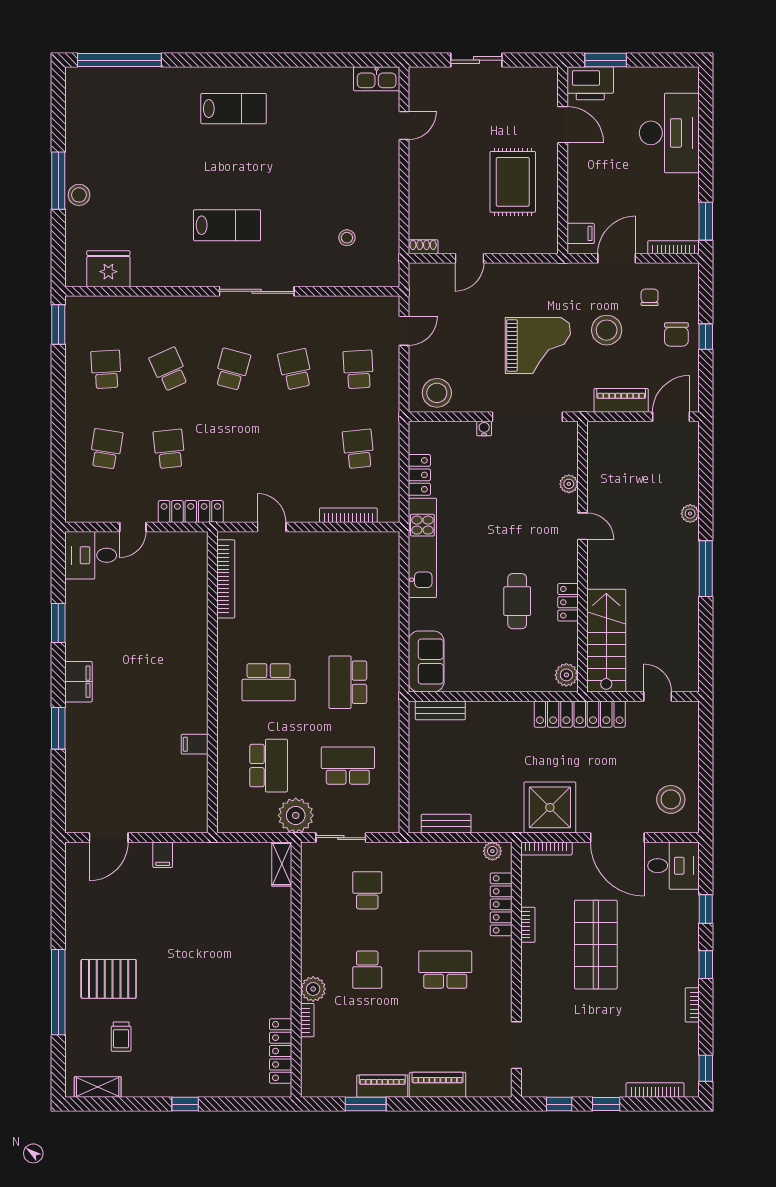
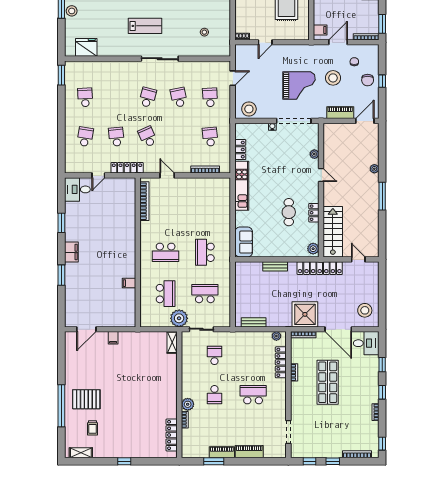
school desk: (169, 369) -> (148, 137), moved
bench: (440, 710) -> (275, 266), moved

